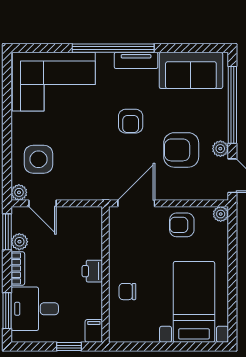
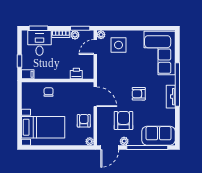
sofa: (191, 70) -> (159, 136), moved, turned 90
printer: (92, 271) -> (76, 73), moved

